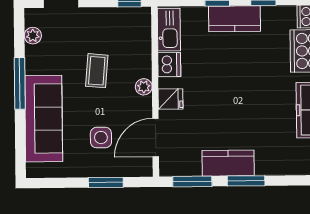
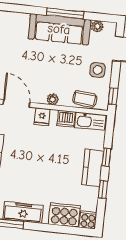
coffee table: (97, 71) -> (85, 99), moved
sofa: (44, 119) -> (59, 29), moved
side table: (101, 138) -> (98, 70), moved

